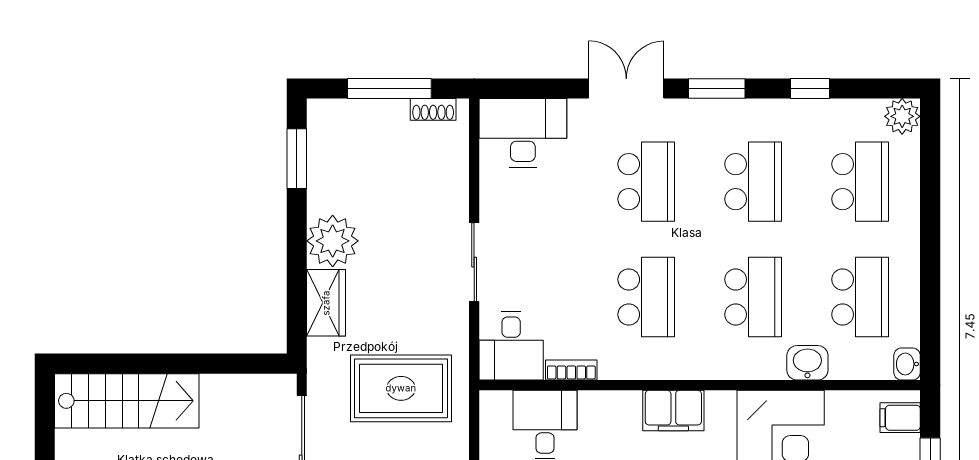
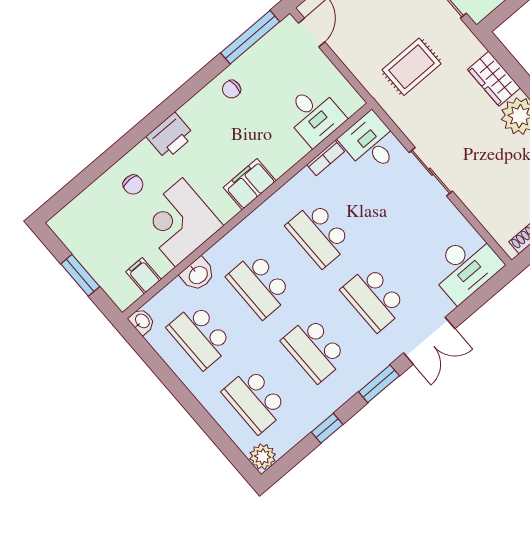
rug: (401, 388) -> (412, 67), width x0.73, depth x0.70
filing cabinet: (900, 418) -> (143, 276), moved, turned -90

